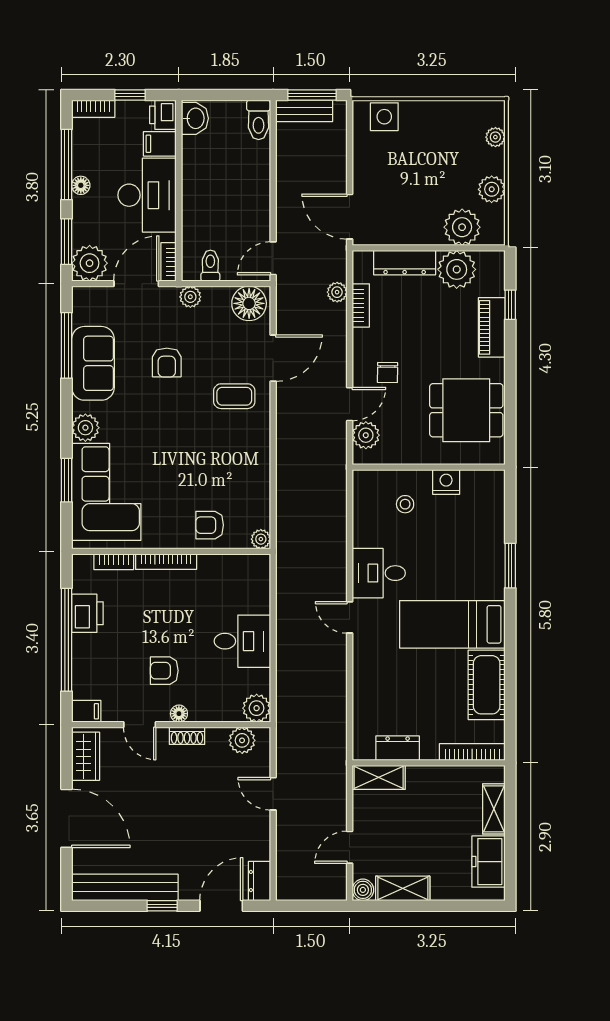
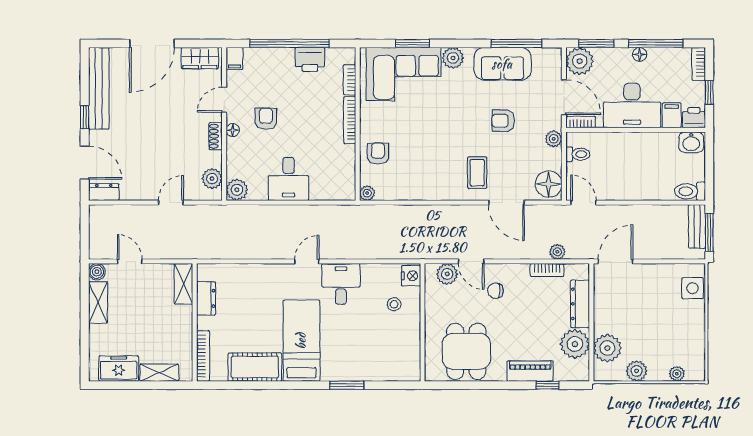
nightstand: (446, 482) -> (411, 276), moved

